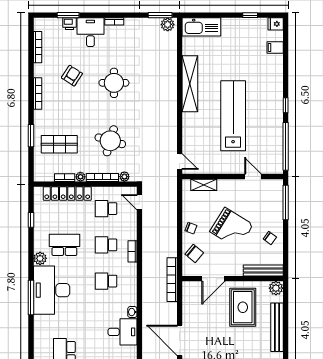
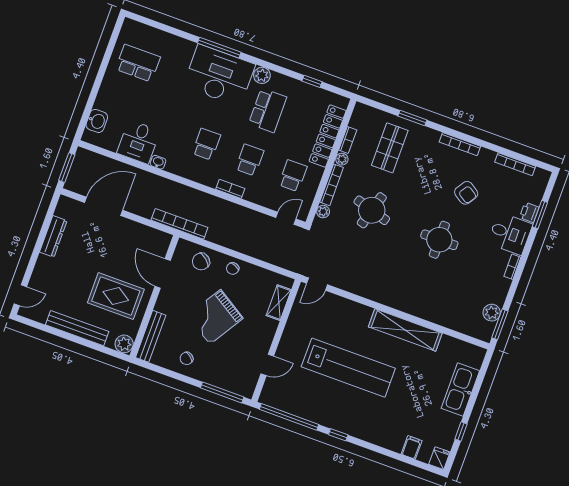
plant: (168, 24) -> (492, 313), moved
kitchen sink: (201, 27) -> (460, 390), moved

